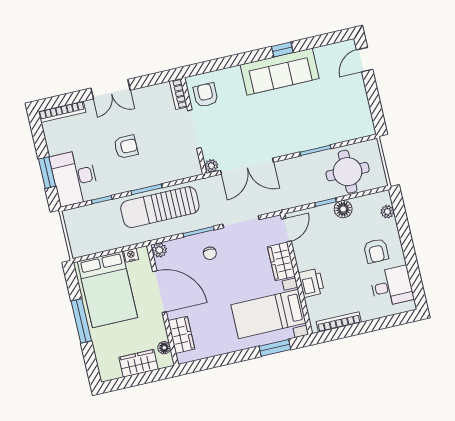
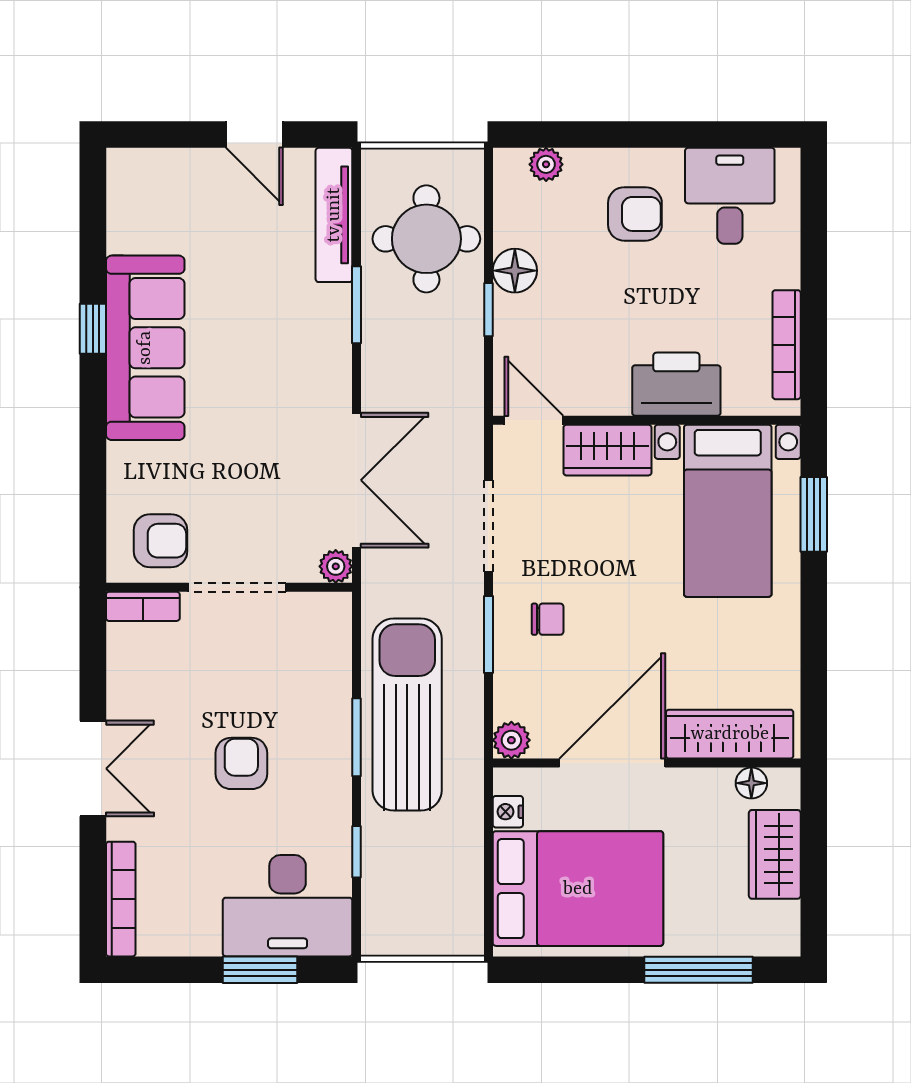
door: (365, 60) -> (254, 134), moved
armchair: (206, 95) -> (161, 541), turned 180
tv unit: (349, 133) -> (334, 215), added
sun lounger: (160, 207) -> (407, 715), turned 180
printer: (311, 283) -> (676, 384), width x1.37, depth x1.19
window: (81, 321) -> (698, 970), moved
wardrobe: (181, 335) -> (730, 734), width x1.50

